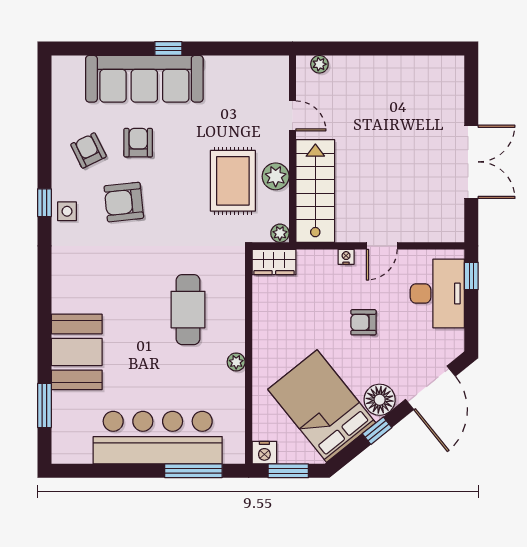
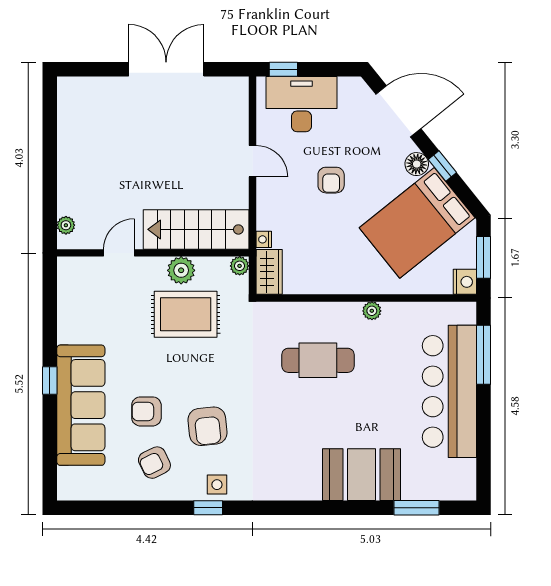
nightstand: (346, 257) -> (264, 239), moved
floor lamp: (380, 400) -> (417, 164), width x0.73, depth x0.73

